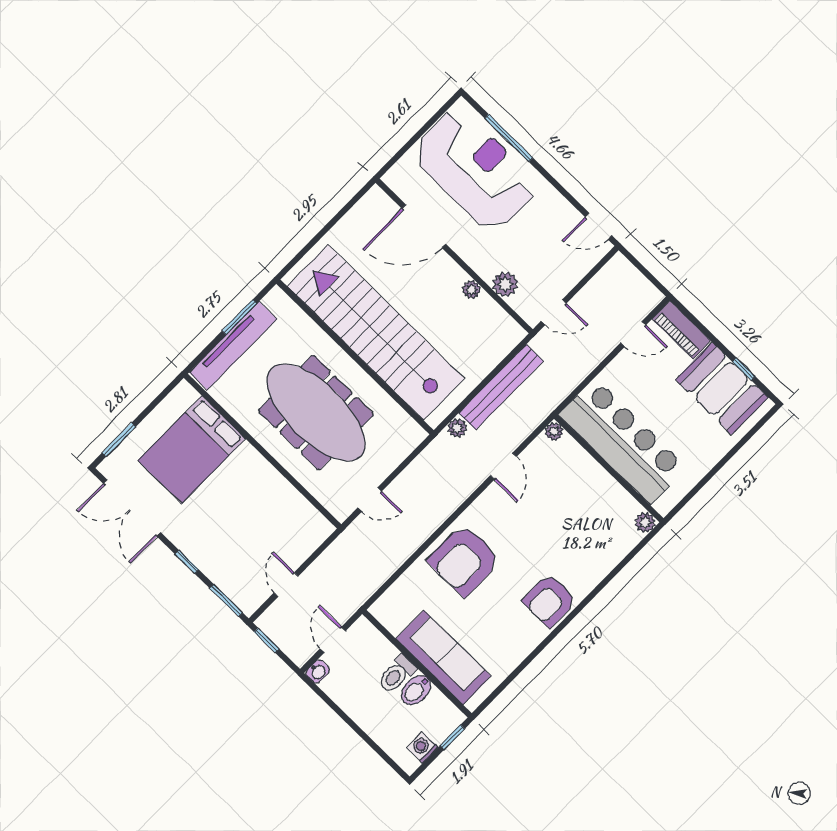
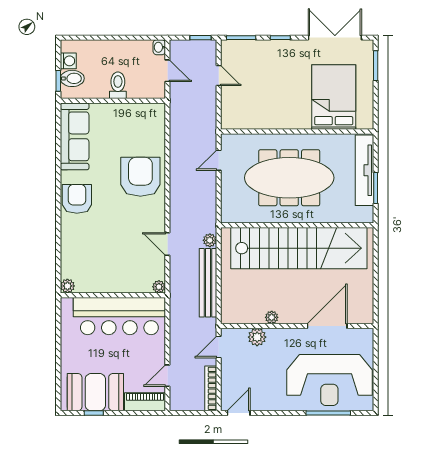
bookcase: (602, 278) -> (211, 388), added
sofa: (443, 657) -> (75, 136), moved, turned -90
bidet: (416, 690) -> (72, 78), moved, turned 90

